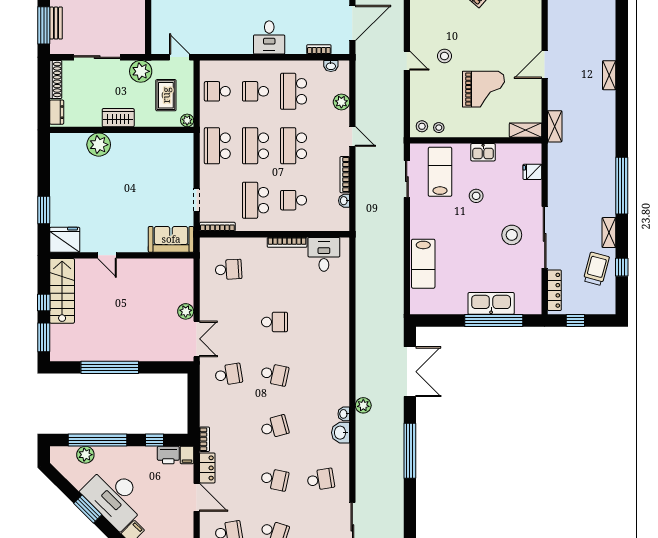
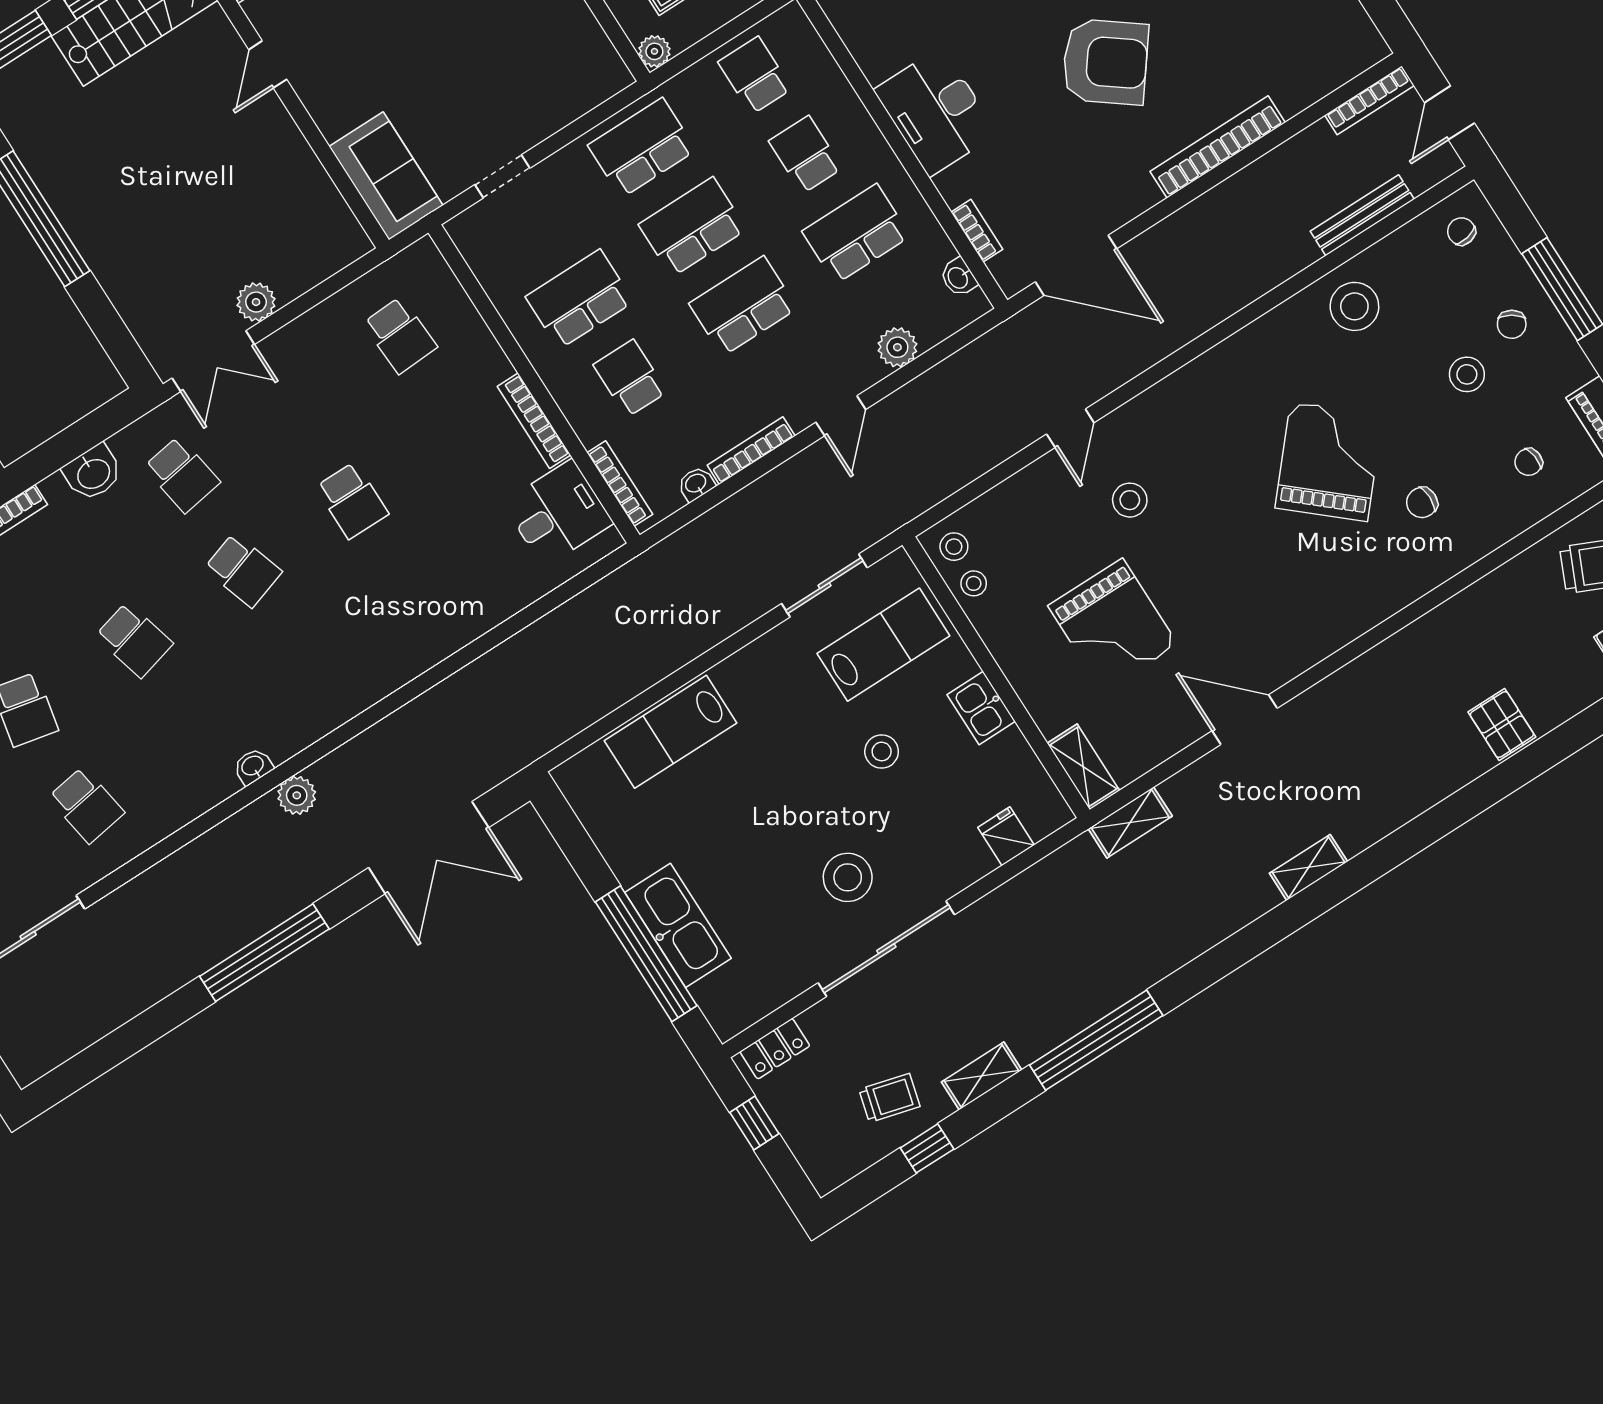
desk: (269, 37) -> (936, 112), width x1.37
bookcase: (217, 227) -> (620, 483), moved
trolley: (596, 269) -> (889, 1098), width x0.73, depth x0.72
locker: (554, 290) -> (775, 1049), width x0.66
school desk: (275, 374) -> (243, 570), turned -30
washbasin: (341, 433) -> (93, 473), moved, turned 180

